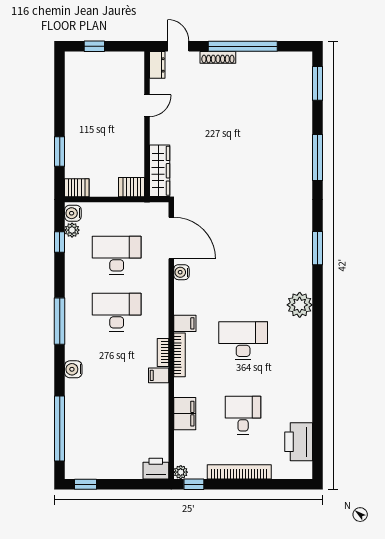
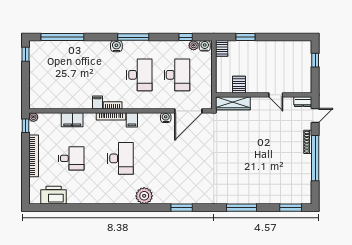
server rack: (132, 187) -> (239, 85), moved
water cooler: (73, 369) -> (116, 46), moved
printer: (156, 469) -> (36, 101), removed

